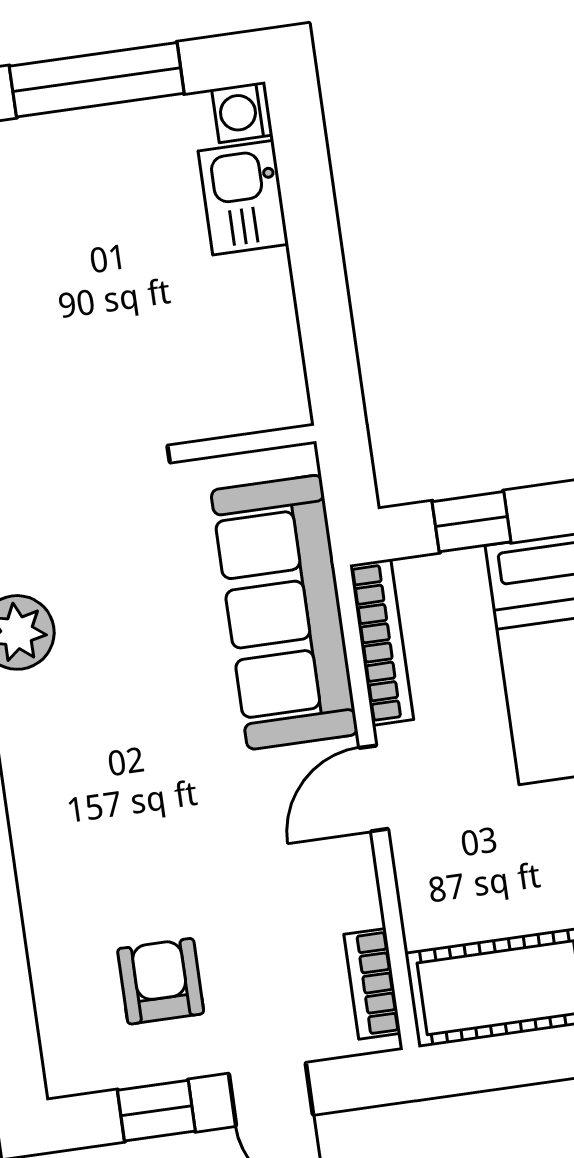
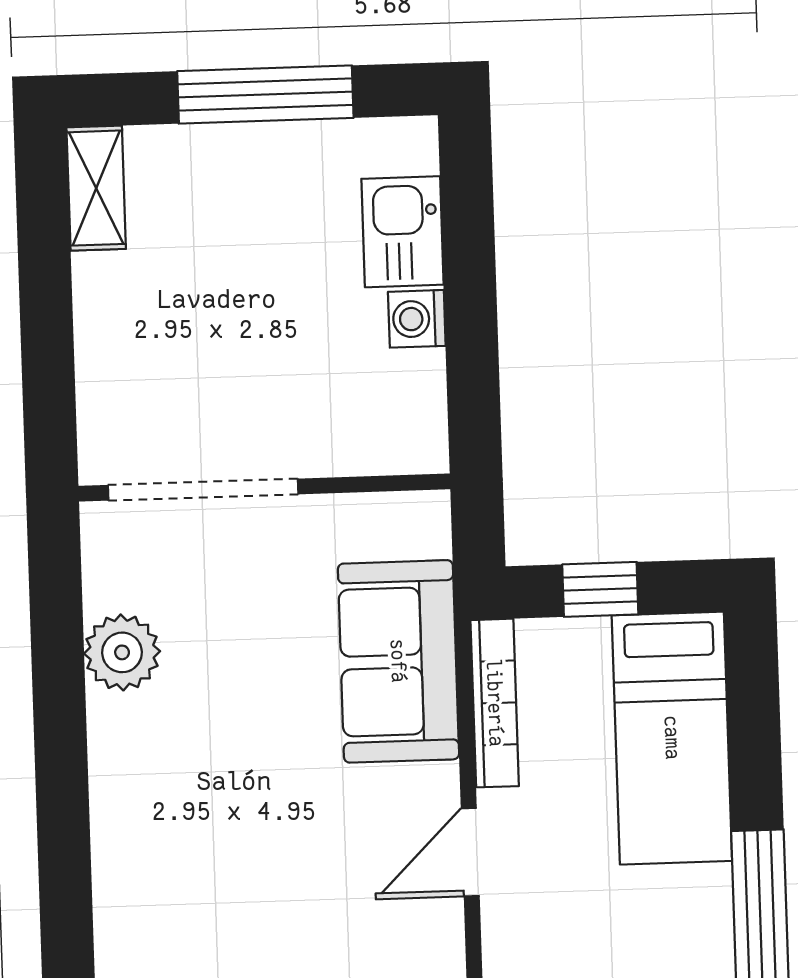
washing machine: (242, 112) -> (417, 319), moved
sofa: (284, 612) -> (398, 661), width x0.73

